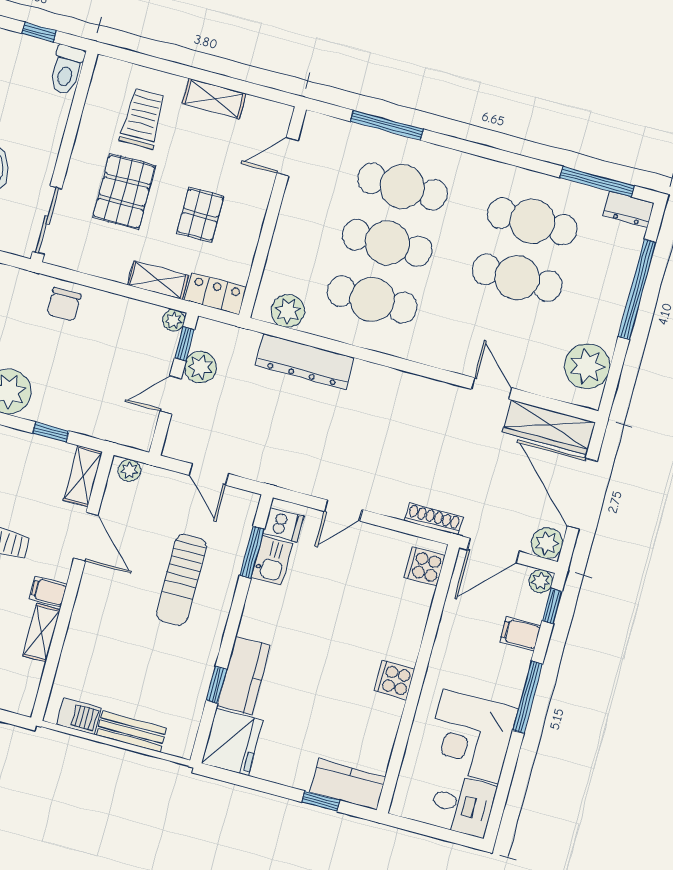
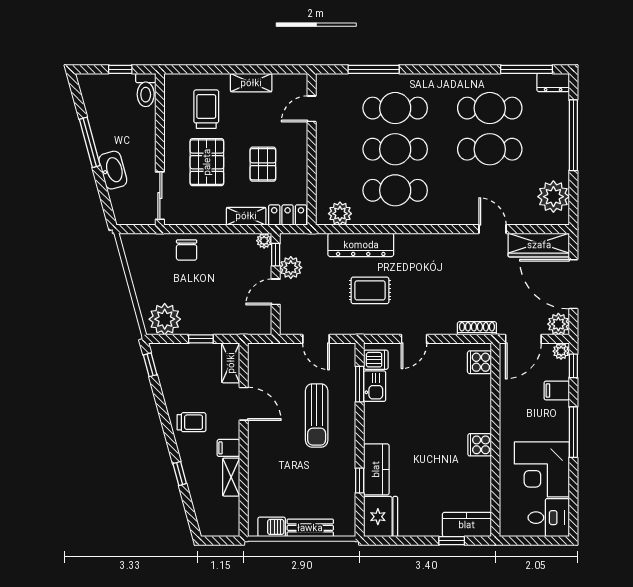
rug: (301, 428) -> (370, 290), added
plant: (129, 470) -> (261, 351), removed

